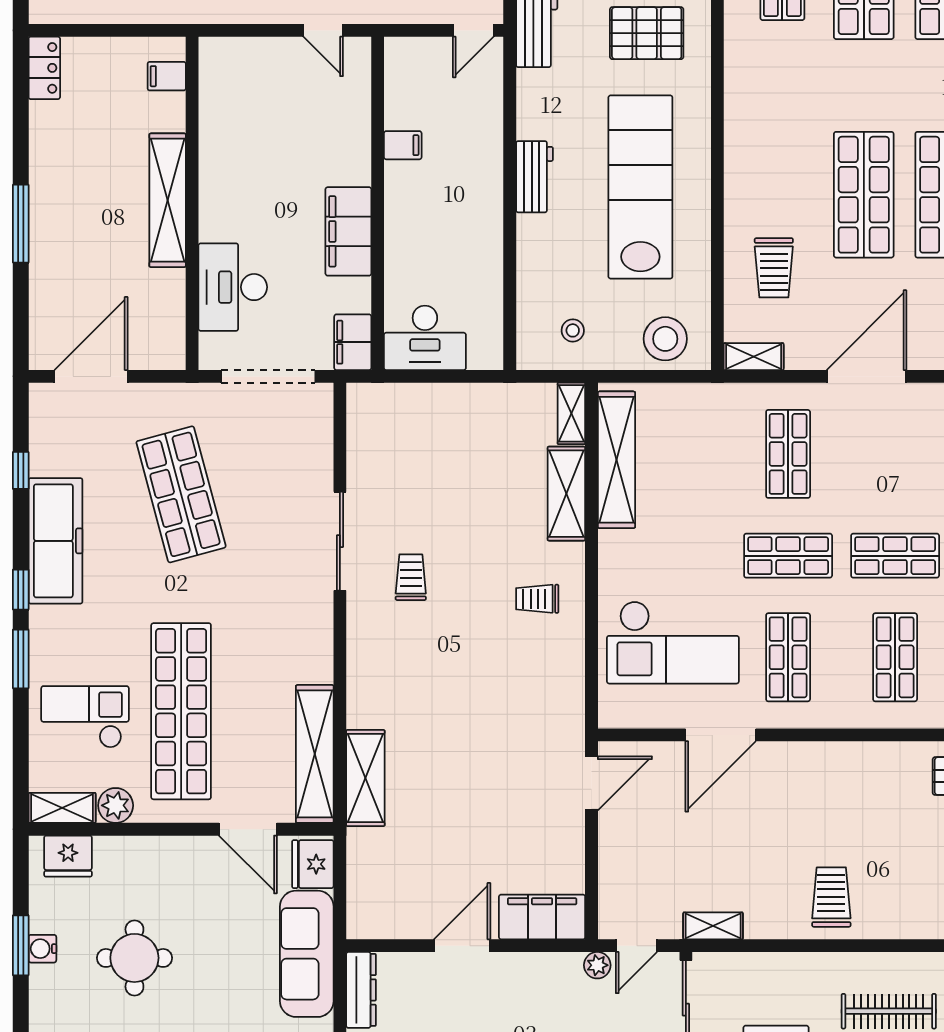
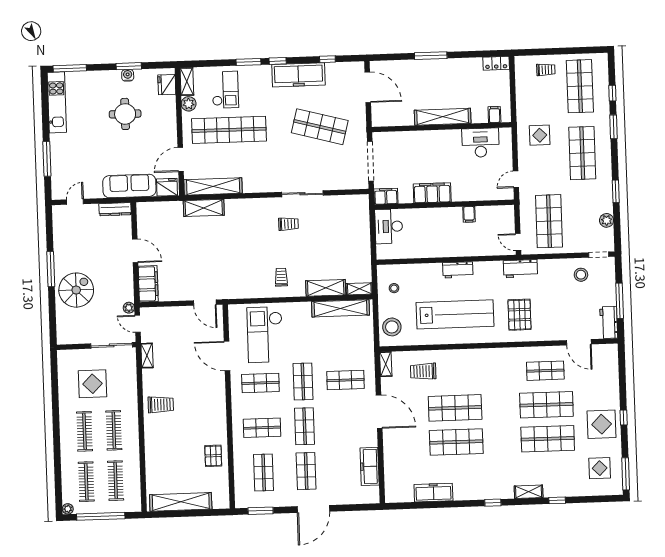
desk: (233, 287) -> (481, 143), moved
shop shelf: (181, 494) -> (320, 127), turned 30

